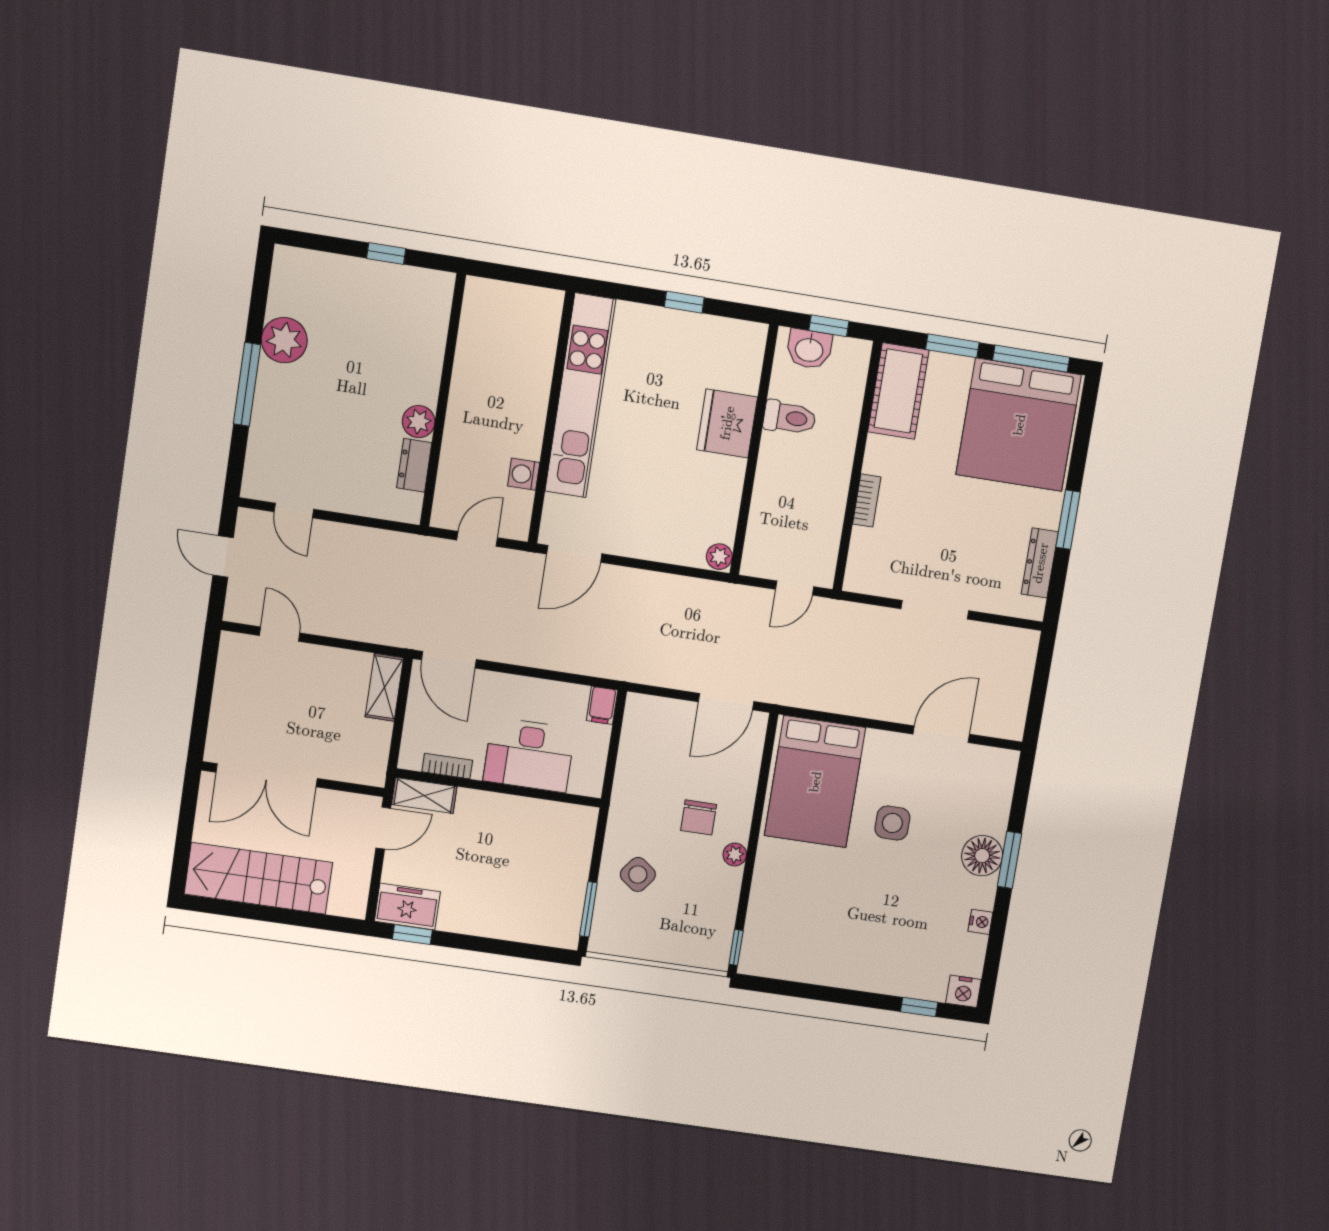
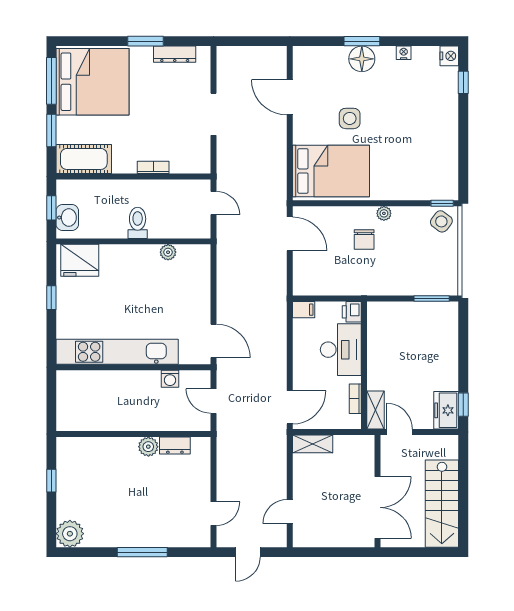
plant: (284, 340) -> (70, 534), moved
toilet: (790, 418) -> (138, 223), moved
fridge: (727, 423) -> (80, 260), moved
plant: (719, 557) -> (168, 252), moved
printer: (587, 781) -> (352, 312), added
chair: (699, 817) -> (364, 239), turned 90
side table: (638, 874) -> (441, 221), moved

